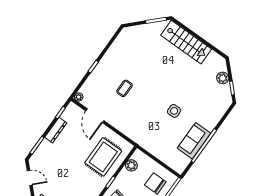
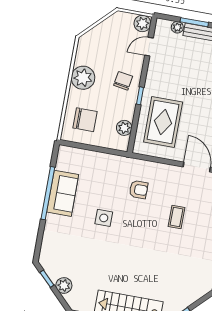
armchair: (141, 119) -> (139, 190), added

